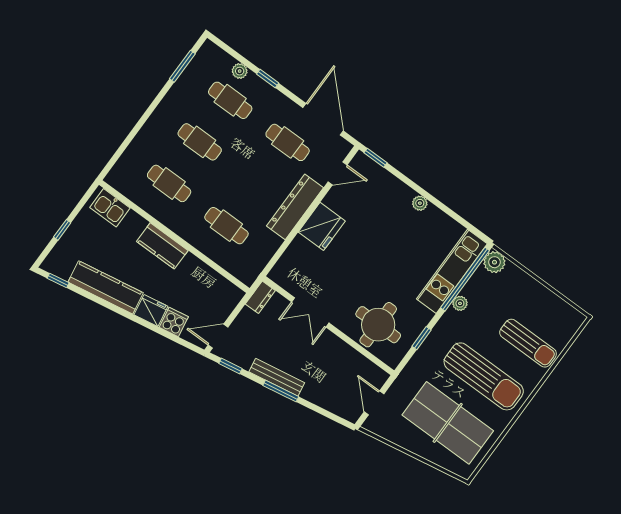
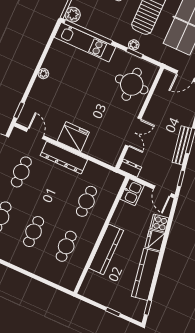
kitchen sink: (110, 208) -> (132, 192), moved
kitchen counter: (162, 246) -> (106, 249), width x1.50
plant: (460, 303) -> (134, 45), moved

